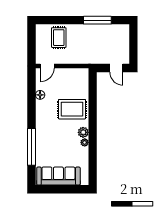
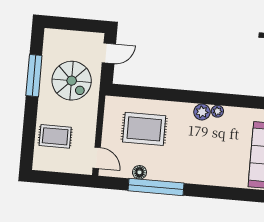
spiral stairs: (96, 45) -> (72, 81), added
rug: (72, 109) -> (144, 129), moved, turned 90
window: (31, 147) -> (156, 187), moved

